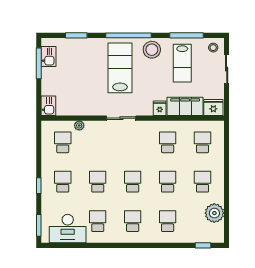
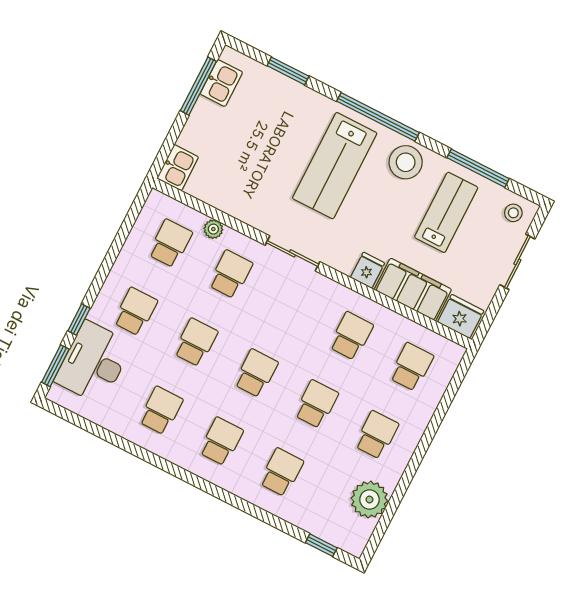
lab bench: (182, 63) -> (446, 212), turned 180
lab bench: (120, 68) -> (335, 166), turned 180
school desk: (98, 142) -> (230, 274), added
window: (39, 186) -> (79, 320), moved
desk: (68, 229) -> (94, 363), moved, turned 90

